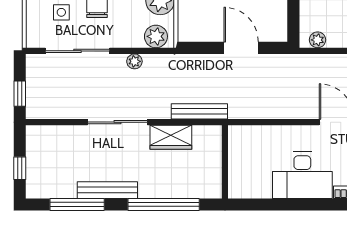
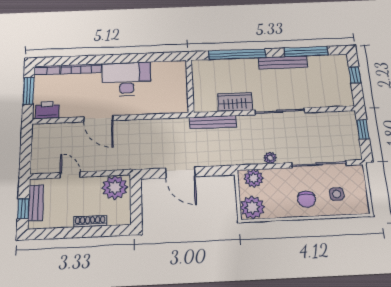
plant: (318, 40) -> (115, 187), width x1.88, depth x1.88

